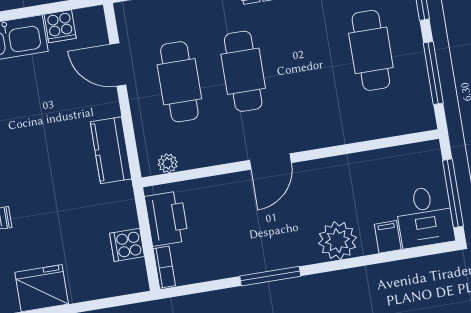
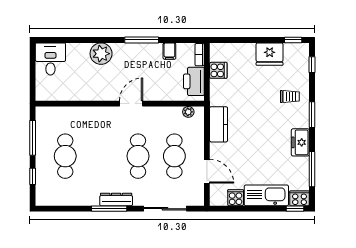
window: (453, 193) -> (33, 69), removed
filing cabinet: (388, 237) -> (169, 51), moved

